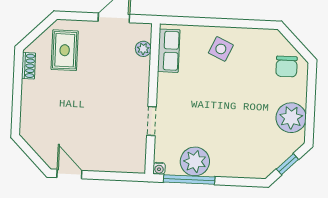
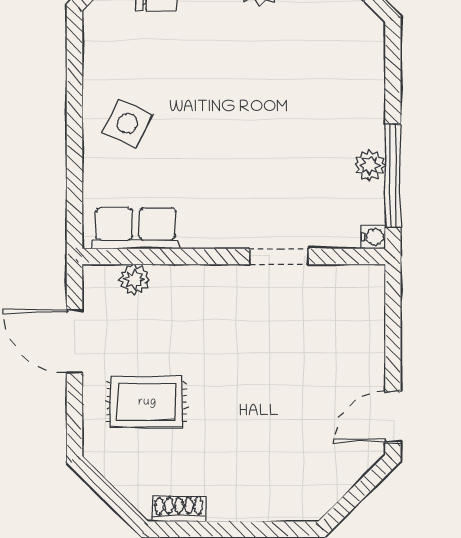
rug: (65, 50) -> (147, 402), moved
plant: (195, 161) -> (370, 165), width x0.53, depth x0.53

